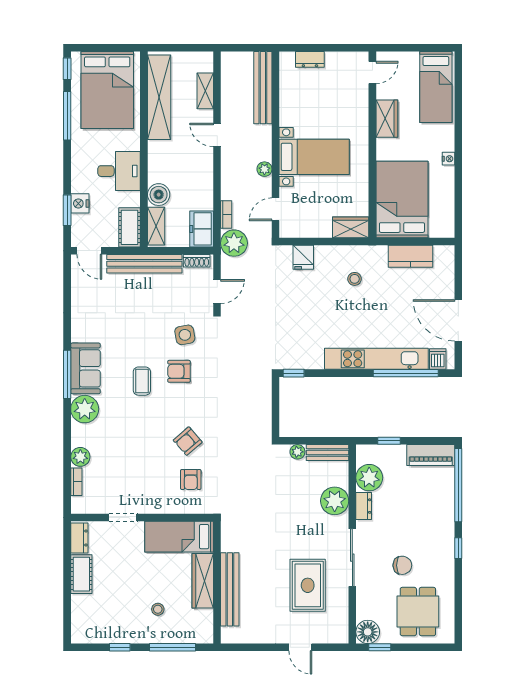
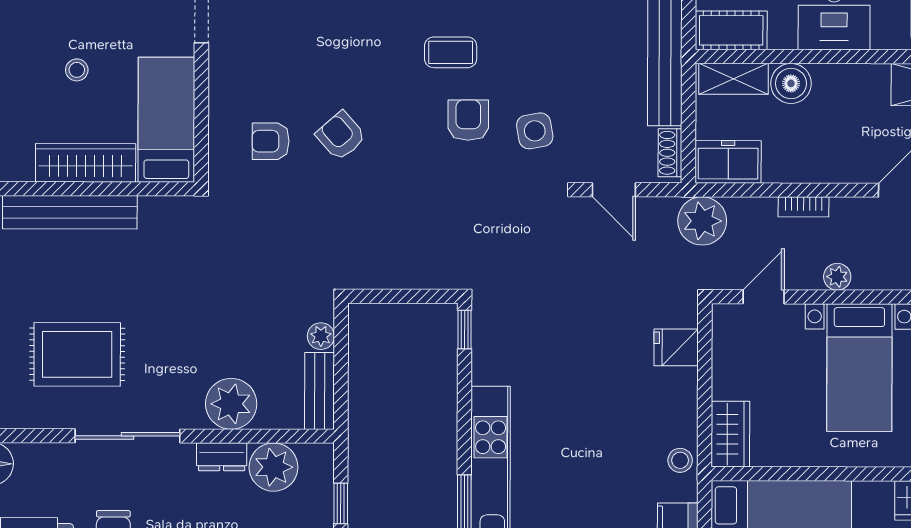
door: (276, 209) -> (764, 297), hinge flipped
bookcase: (226, 214) -> (804, 207), moved
stool: (355, 279) -> (680, 460), moved
stool: (158, 609) -> (77, 70), moved

